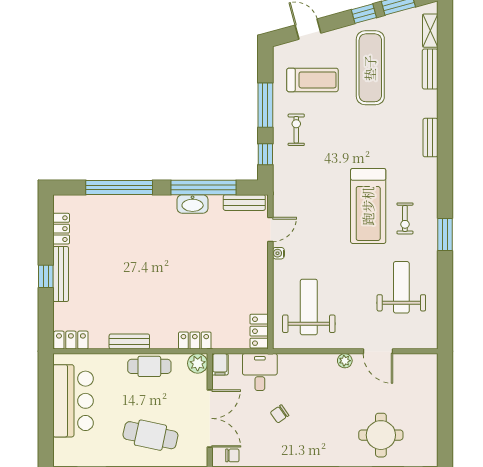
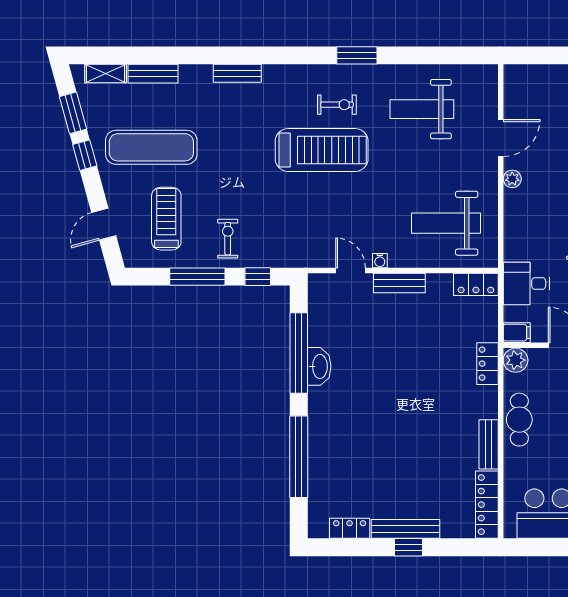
exercise bike: (296, 130) -> (228, 239), turned 90
bench: (244, 203) -> (399, 283), moved, turned 90
locker: (71, 340) -> (487, 505), width x1.53

